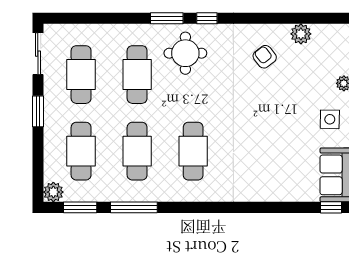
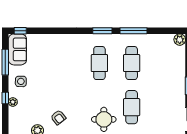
cafe table: (81, 75) -> (164, 107), removed
cafe table: (81, 151) -> (164, 63), removed
window: (80, 207) -> (102, 31), moved

